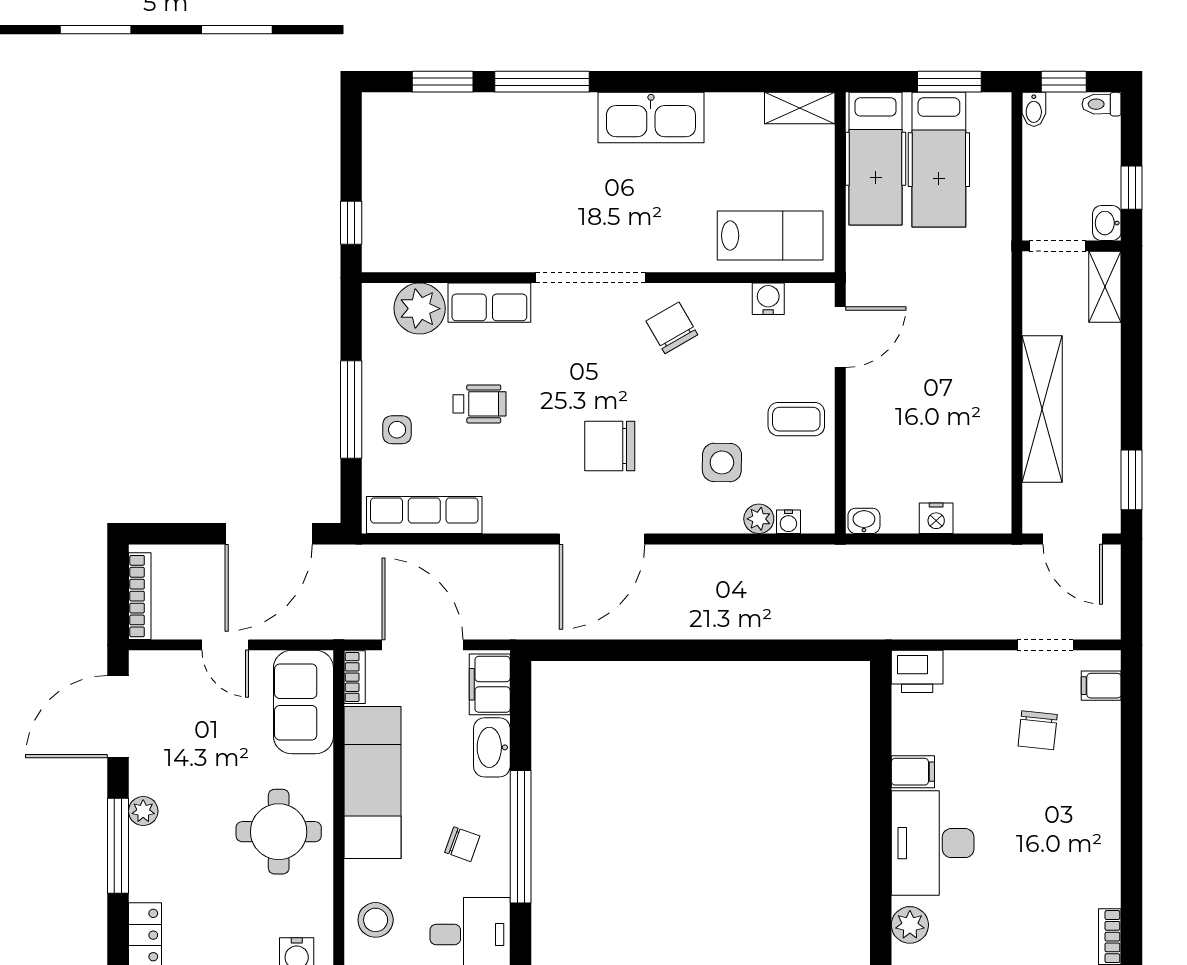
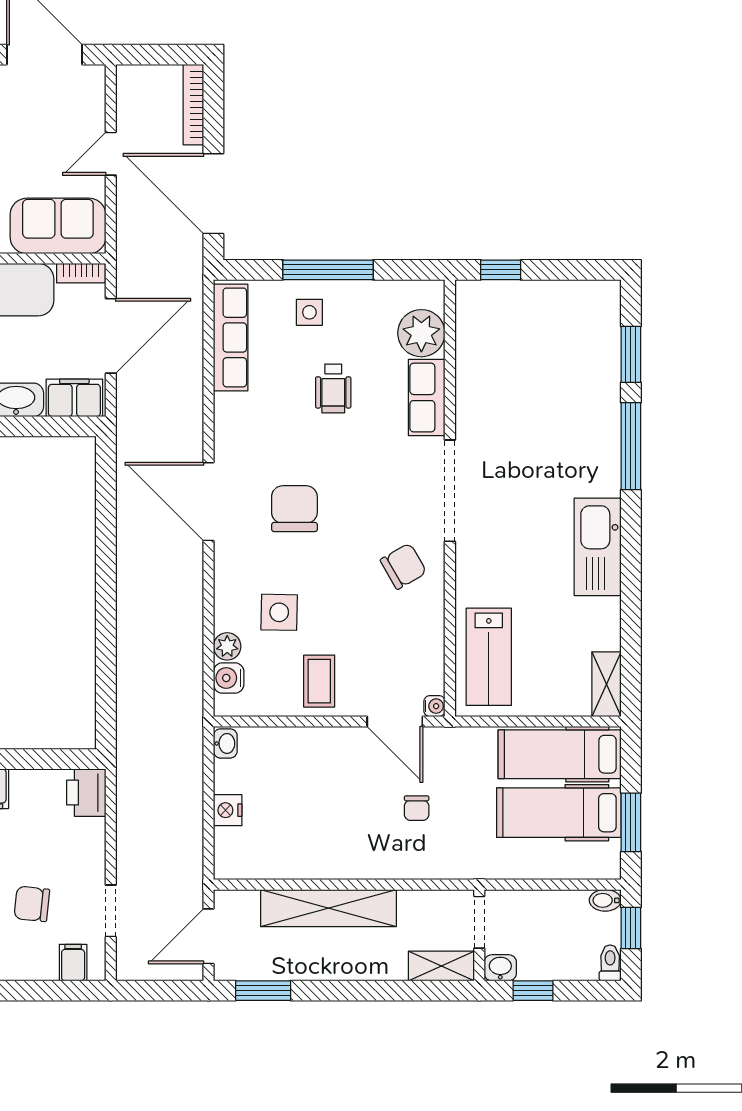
water cooler: (768, 299) -> (434, 706), moved, width x0.72, depth x0.72
chair: (934, 314) -> (417, 808), added
water cooler: (788, 522) -> (229, 678), width x1.38, depth x1.38
bookcase: (140, 596) -> (193, 105), moved, turned 90

